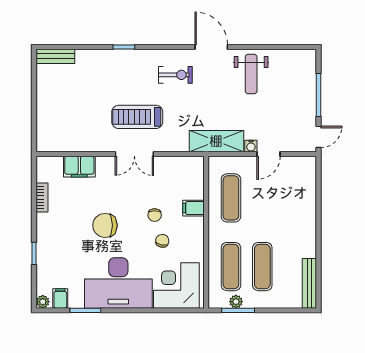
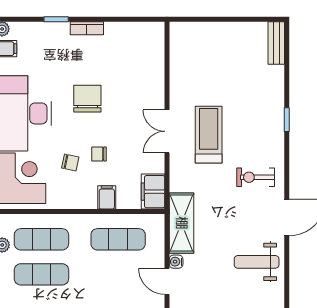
exercise bike: (175, 75) -> (256, 177), turned 90
filing cabinet: (79, 167) -> (153, 192), moved
bookcase: (42, 197) -> (87, 28), moved

